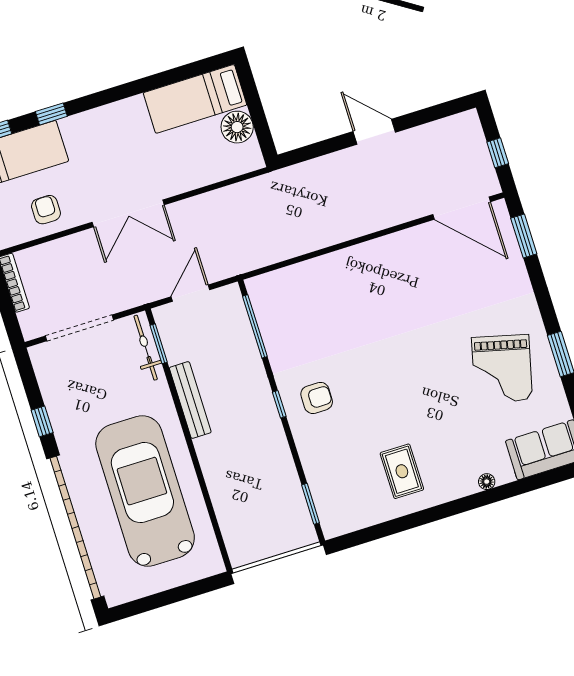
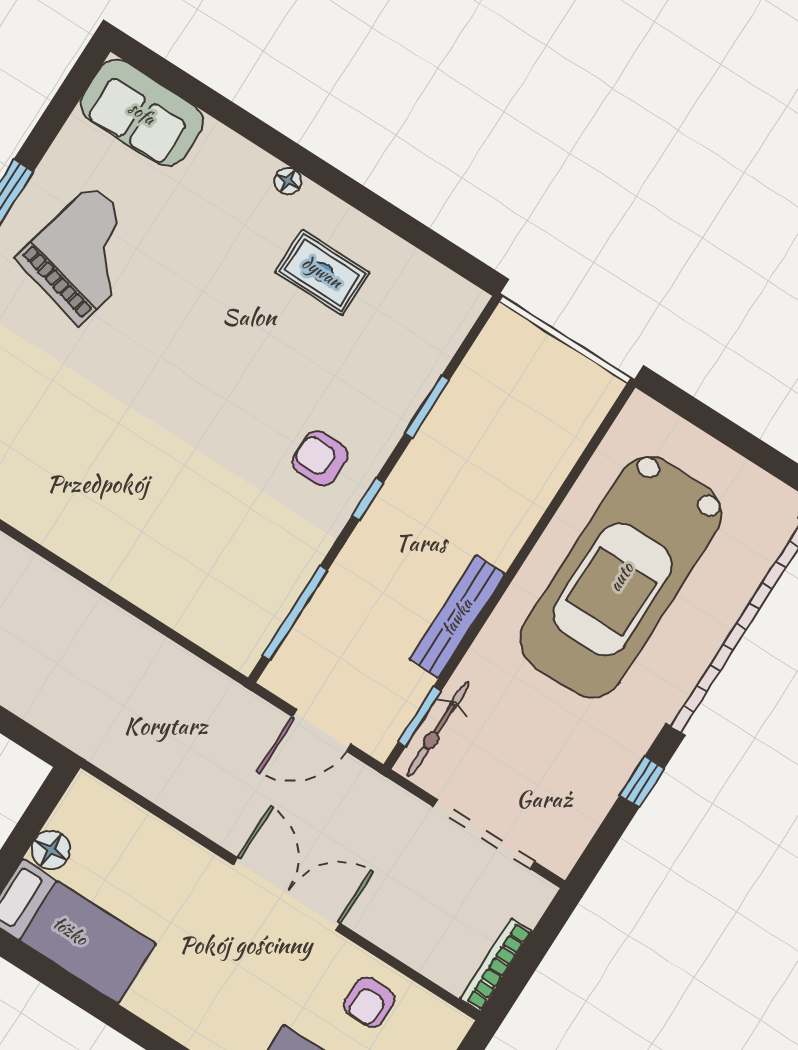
floor lamp: (237, 127) -> (51, 850), width x0.73, depth x0.73
rug: (402, 471) -> (322, 272), turned 90
floor lamp: (487, 482) -> (288, 181), moved
window: (310, 504) -> (427, 407), moved

